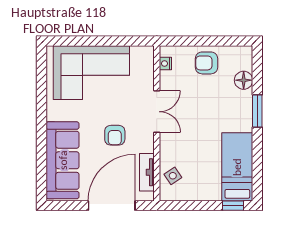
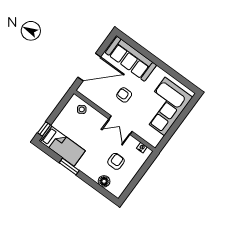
armchair: (207, 63) -> (116, 161), moved
window: (257, 111) -> (69, 167), moved
tv unit: (147, 172) -> (93, 97), removed
door: (112, 206) -> (89, 67), hinge flipped

